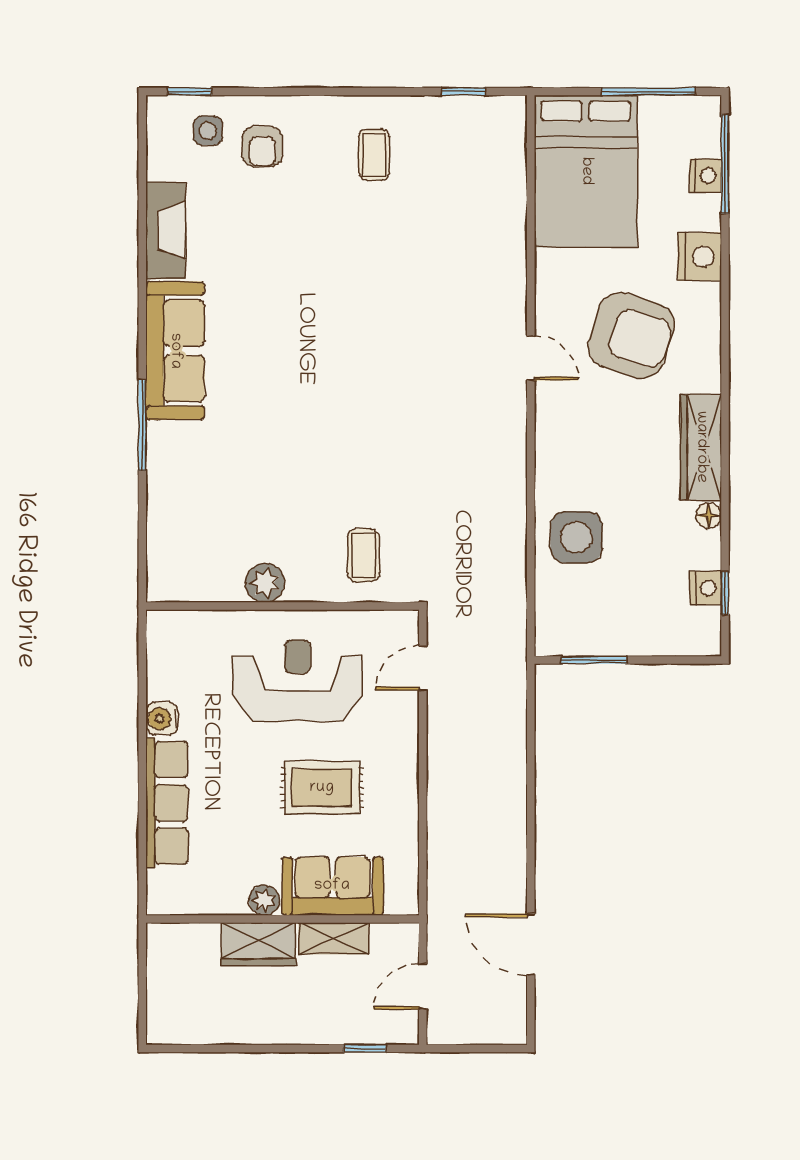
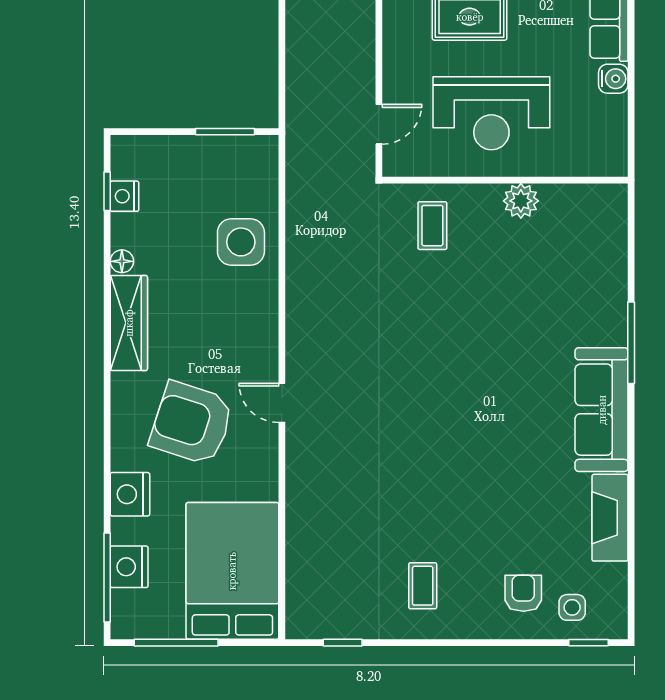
nightstand: (706, 176) -> (129, 567), width x1.36, depth x1.33

